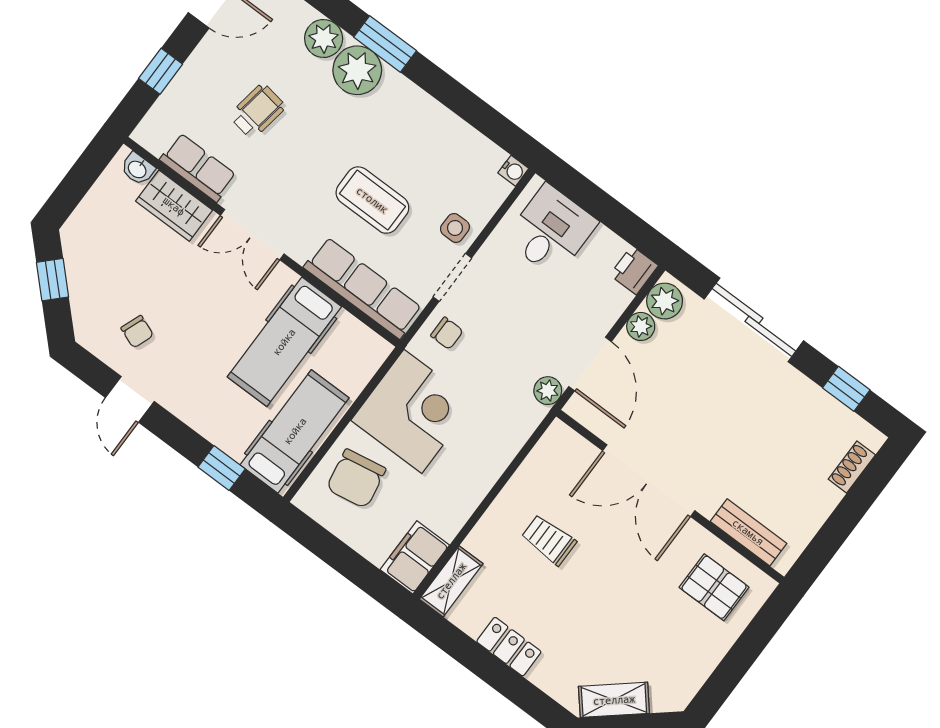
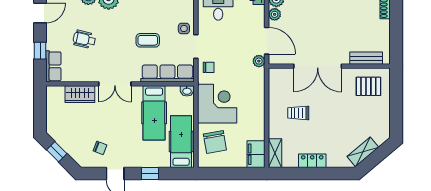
wheelchair: (257, 111) -> (84, 39), turned -86
row of seats: (198, 167) -> (53, 66), moved, turned 90
washbasin: (138, 169) -> (187, 91), moved
coffee table: (372, 200) -> (148, 40), width x0.73, depth x0.77
window: (222, 468) -> (150, 173), moved

